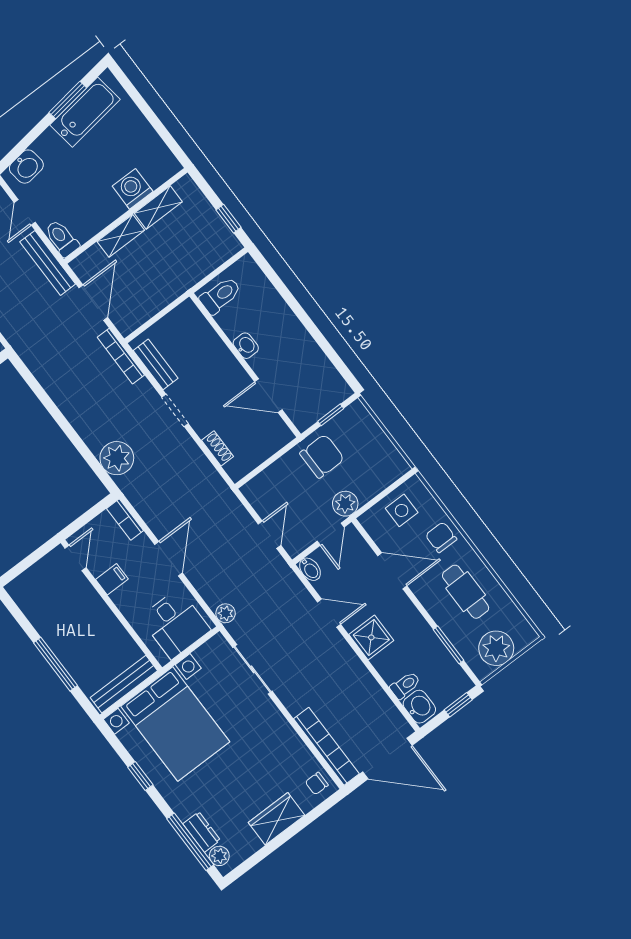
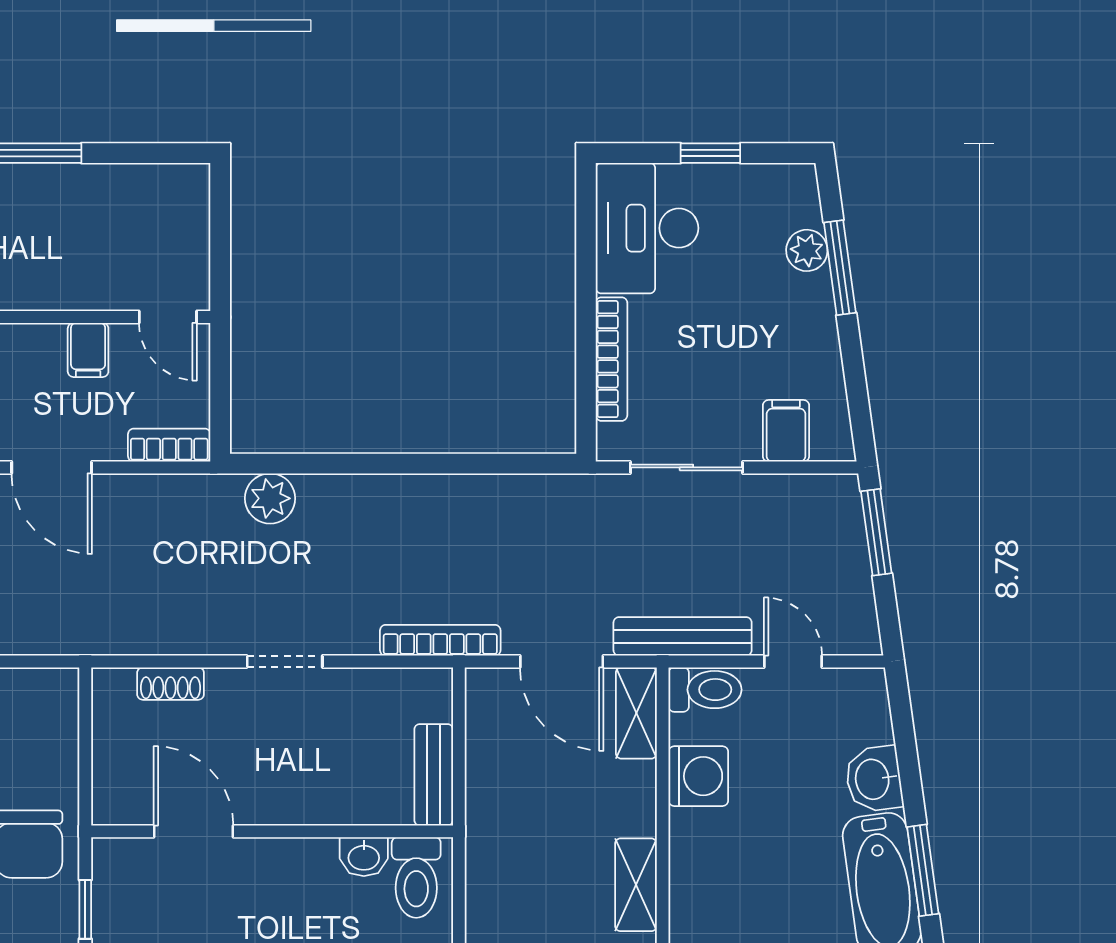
washbasin: (26, 167) -> (874, 779), moved
washing machine: (133, 189) -> (698, 776), moved
shelving: (121, 236) -> (636, 713), moved
washbasin: (246, 346) -> (364, 857), moved
bench: (156, 364) -> (434, 775), moved, turned 90
door: (268, 396) -> (194, 831), hinge flipped
plant: (117, 458) -> (270, 498), width x0.73, depth x0.73

